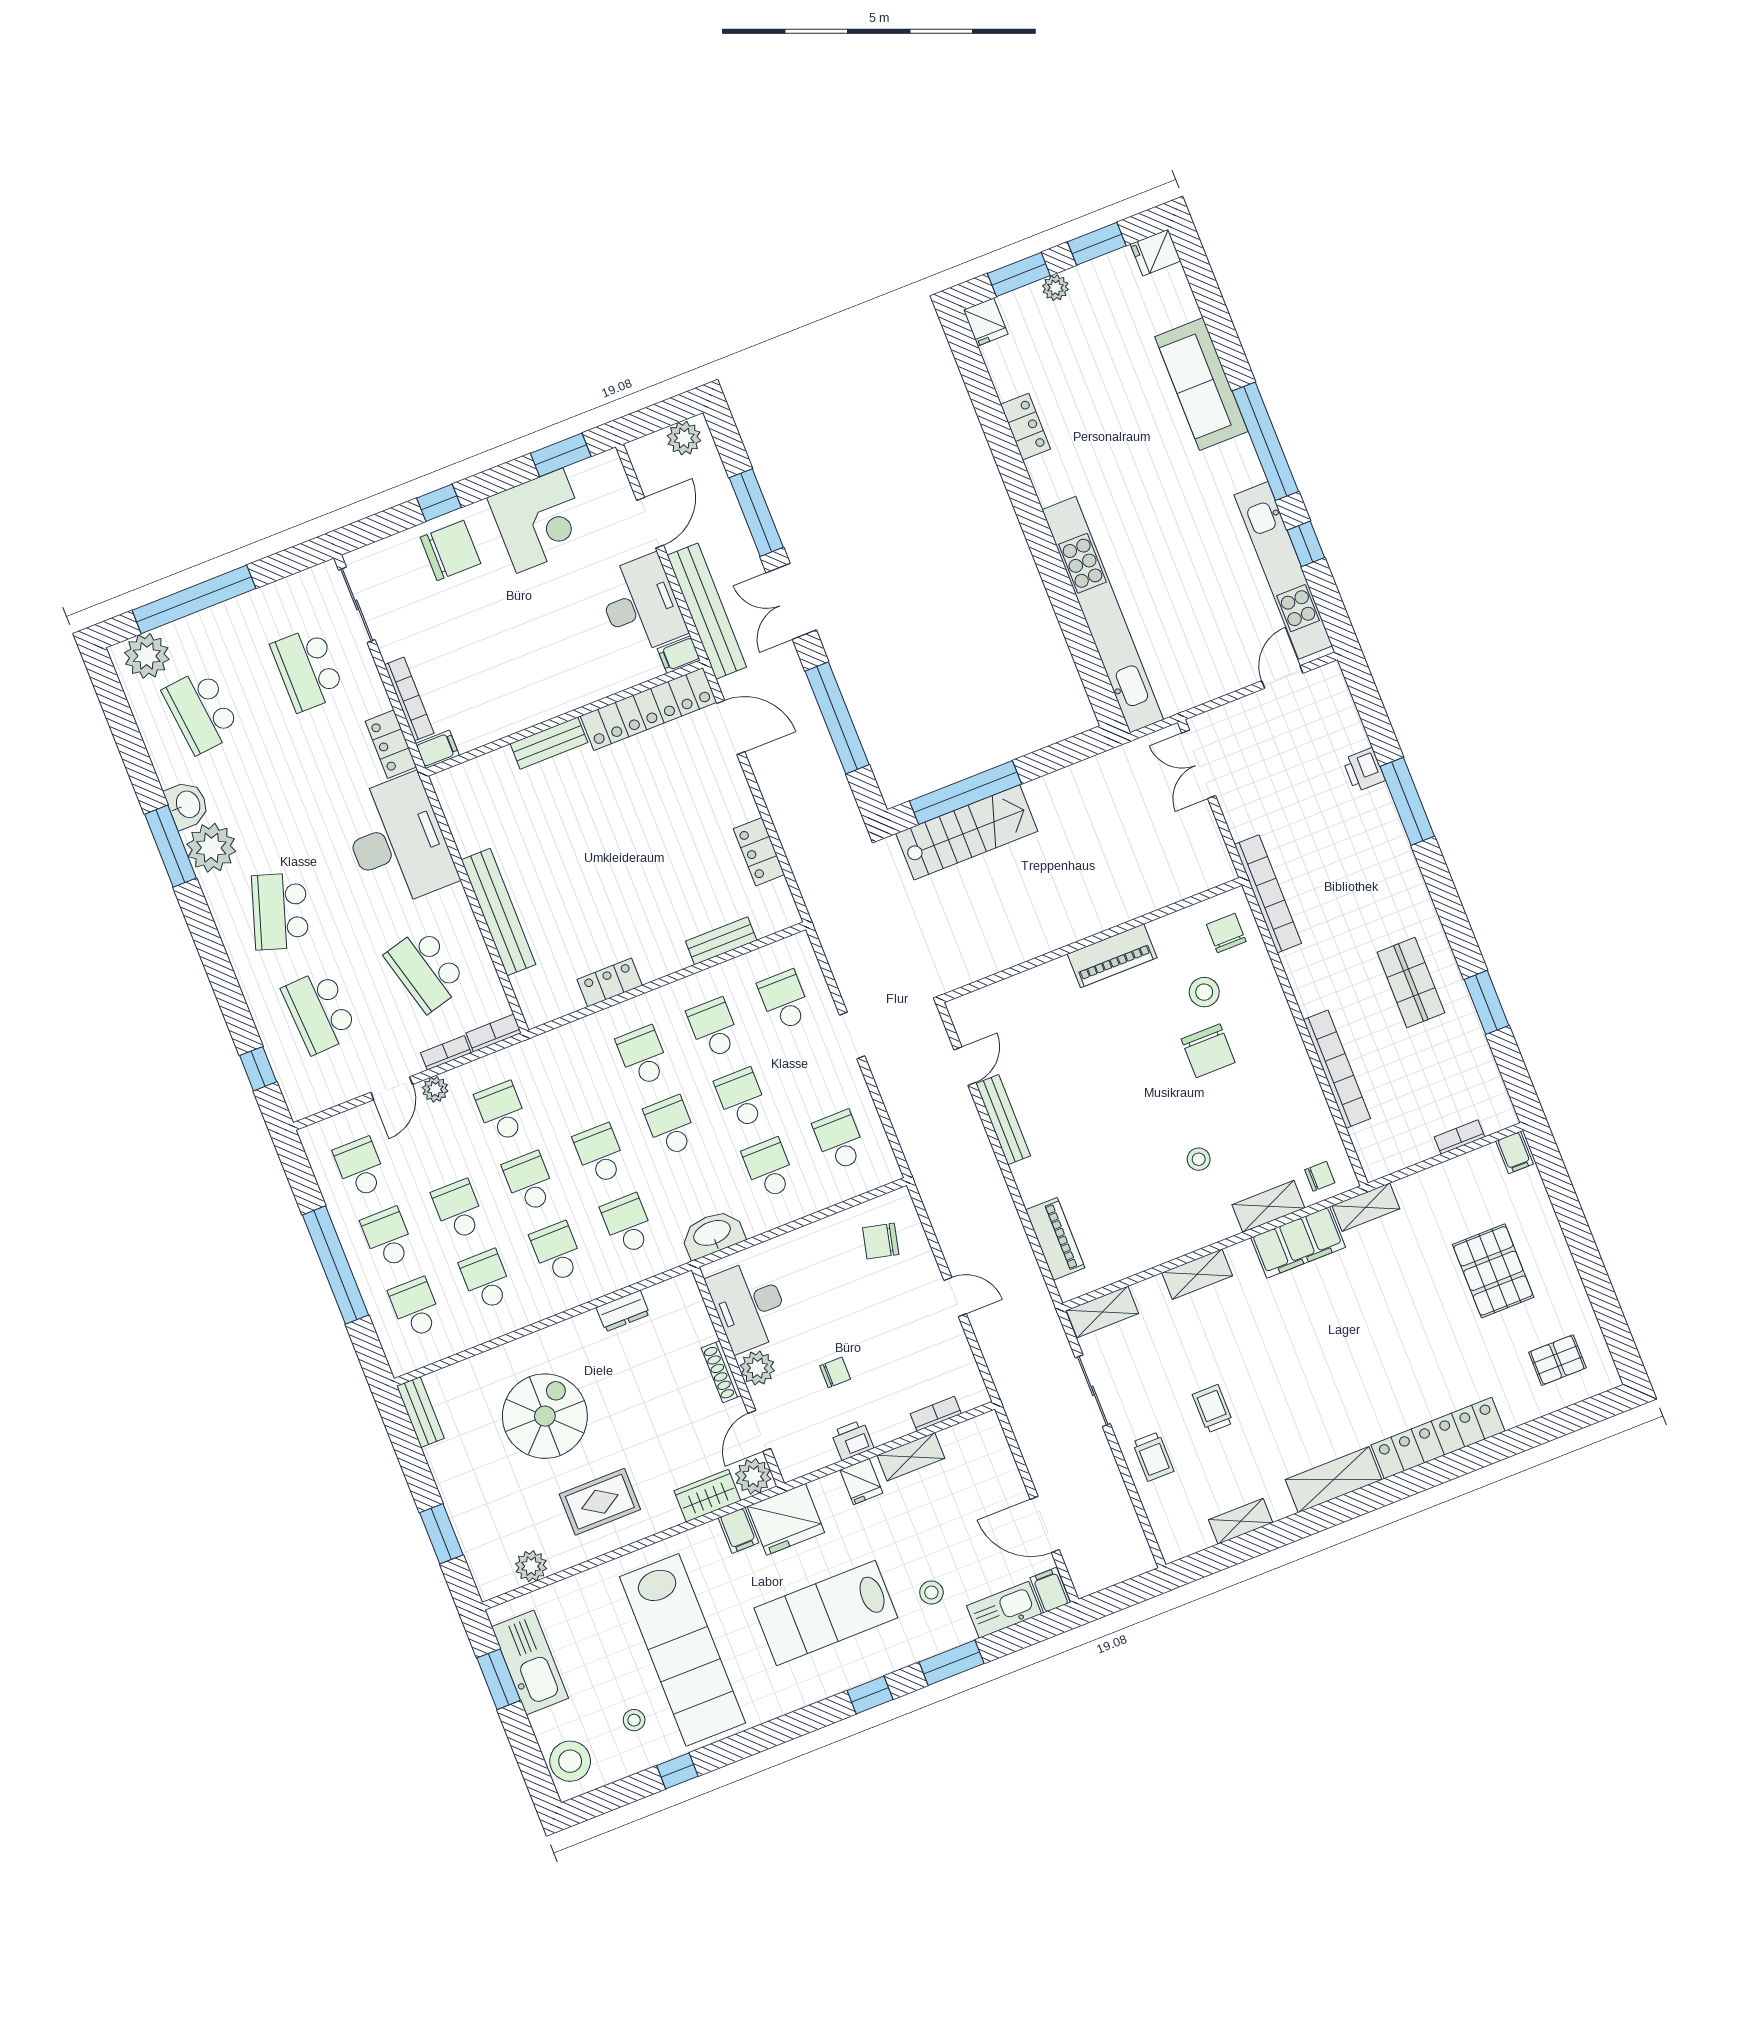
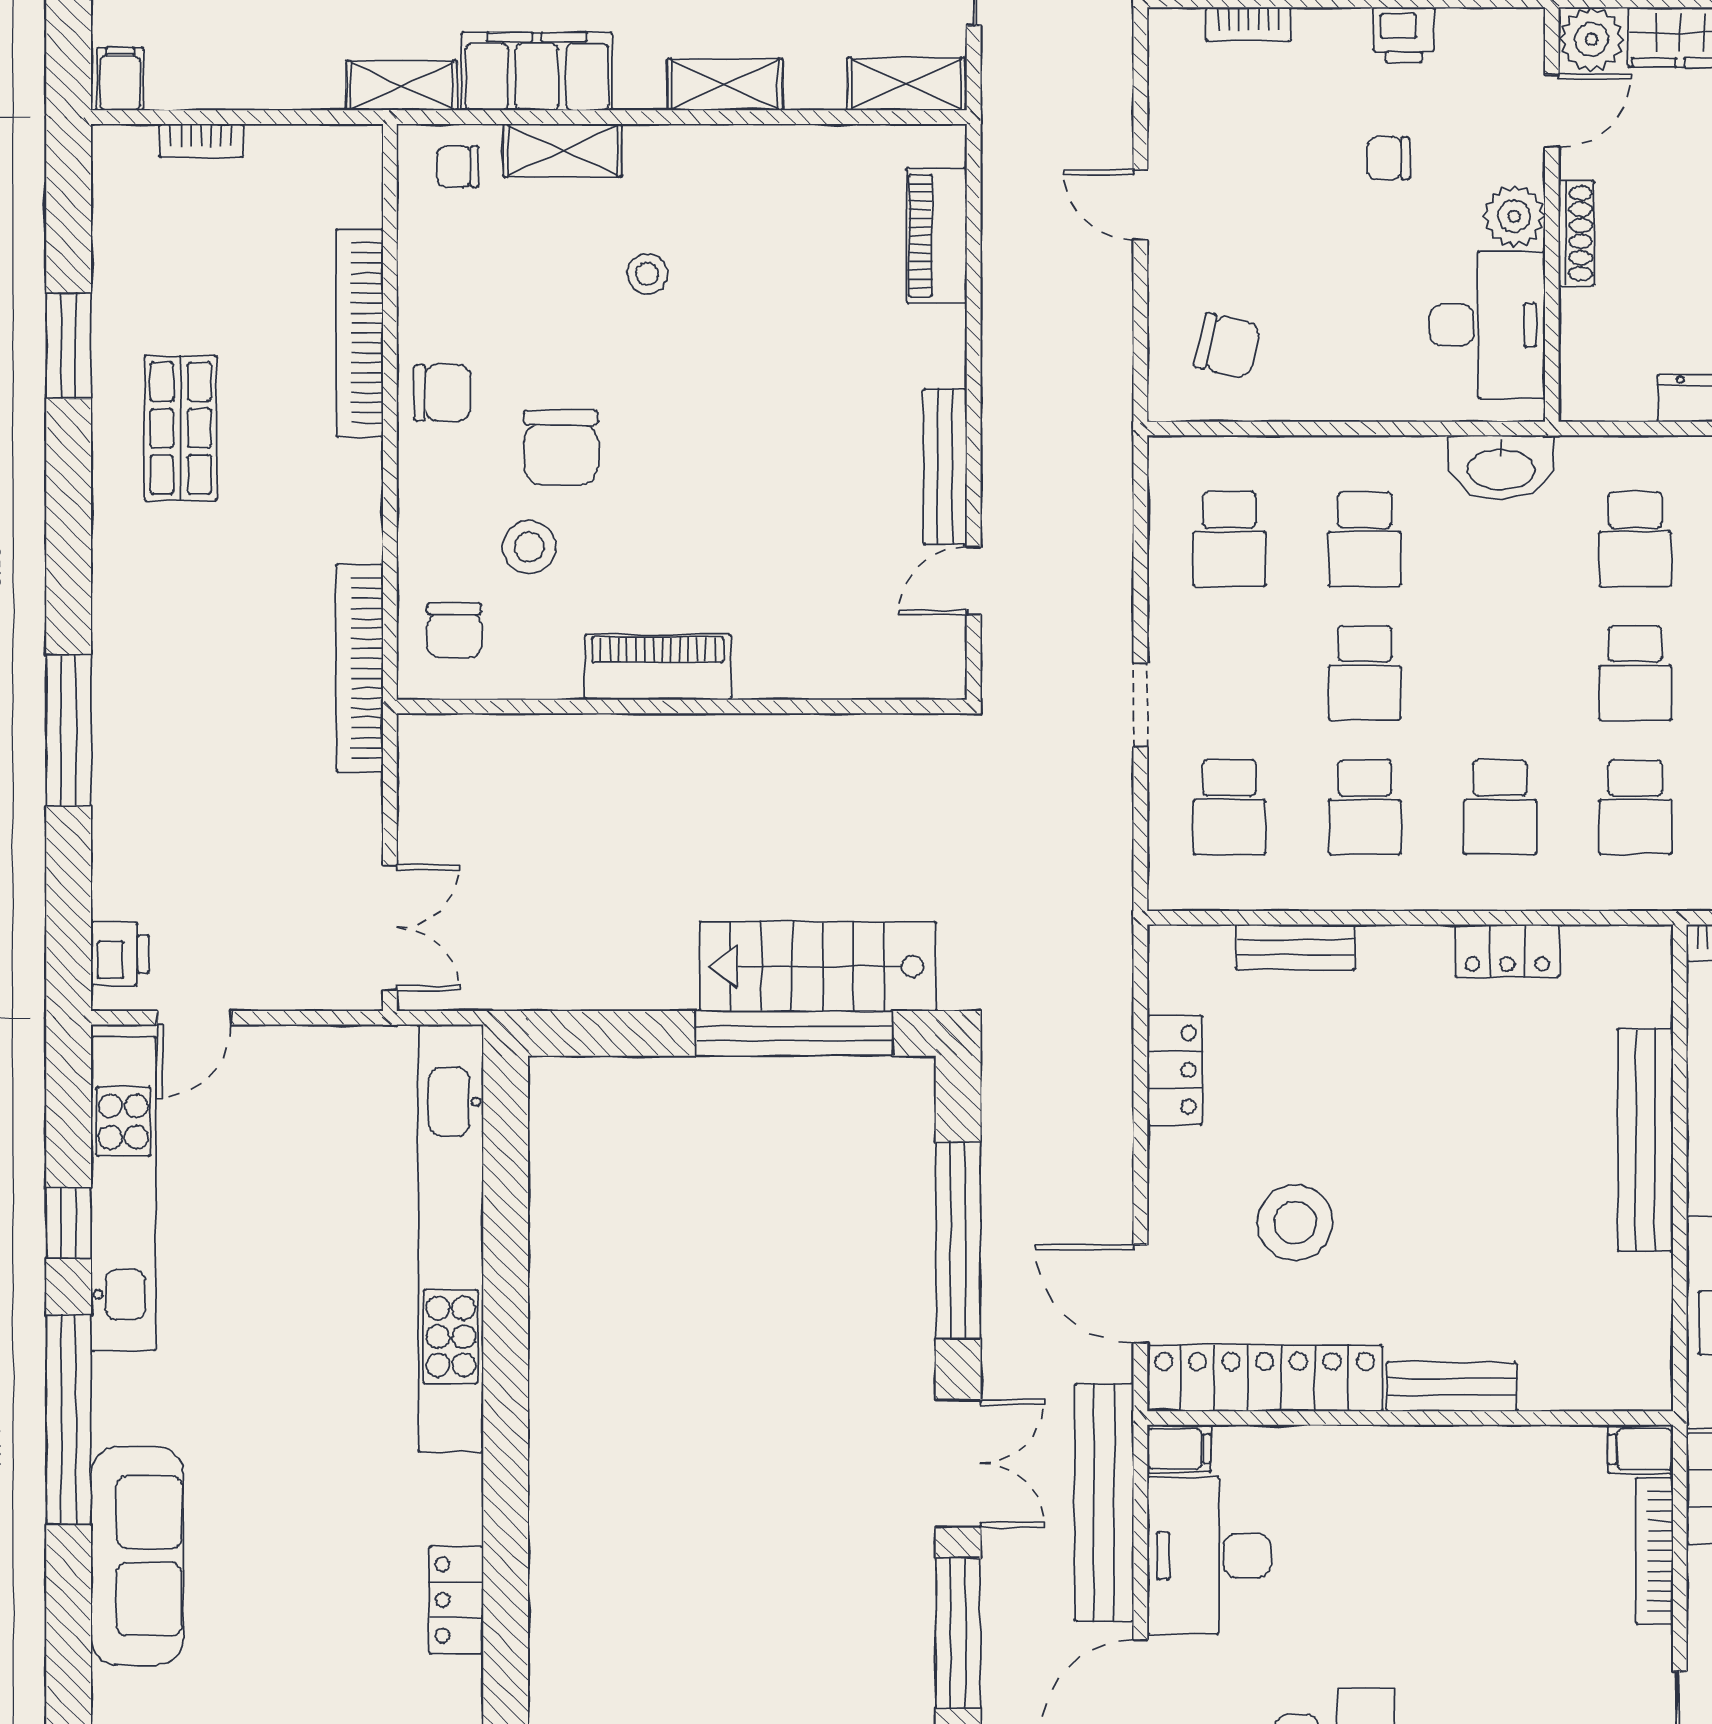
printer: (1364, 770) -> (120, 954), moved
stool: (665, 797) -> (1295, 1222), added
chair: (1208, 1051) -> (561, 447), turned 180
chair: (1281, 1055) -> (442, 393), added
school desk: (671, 1126) -> (1635, 807), moved

